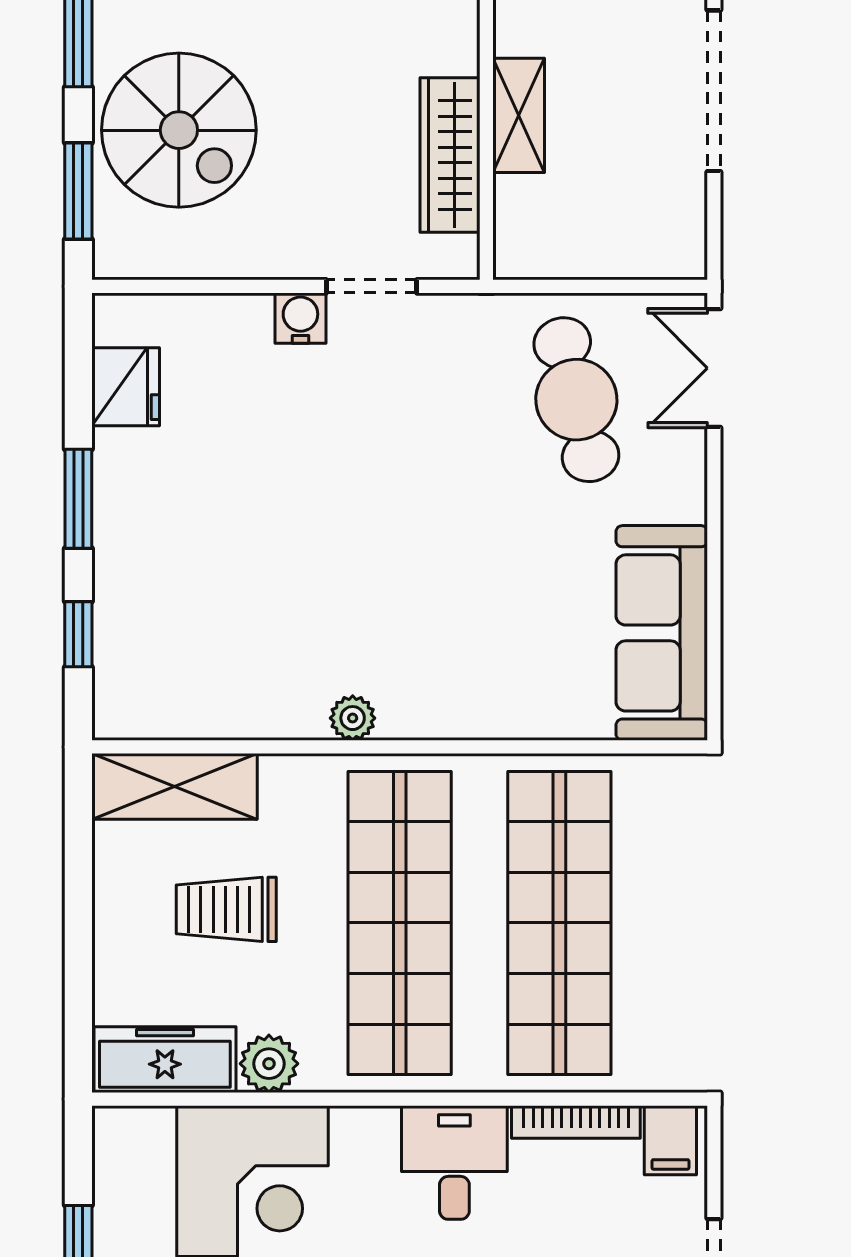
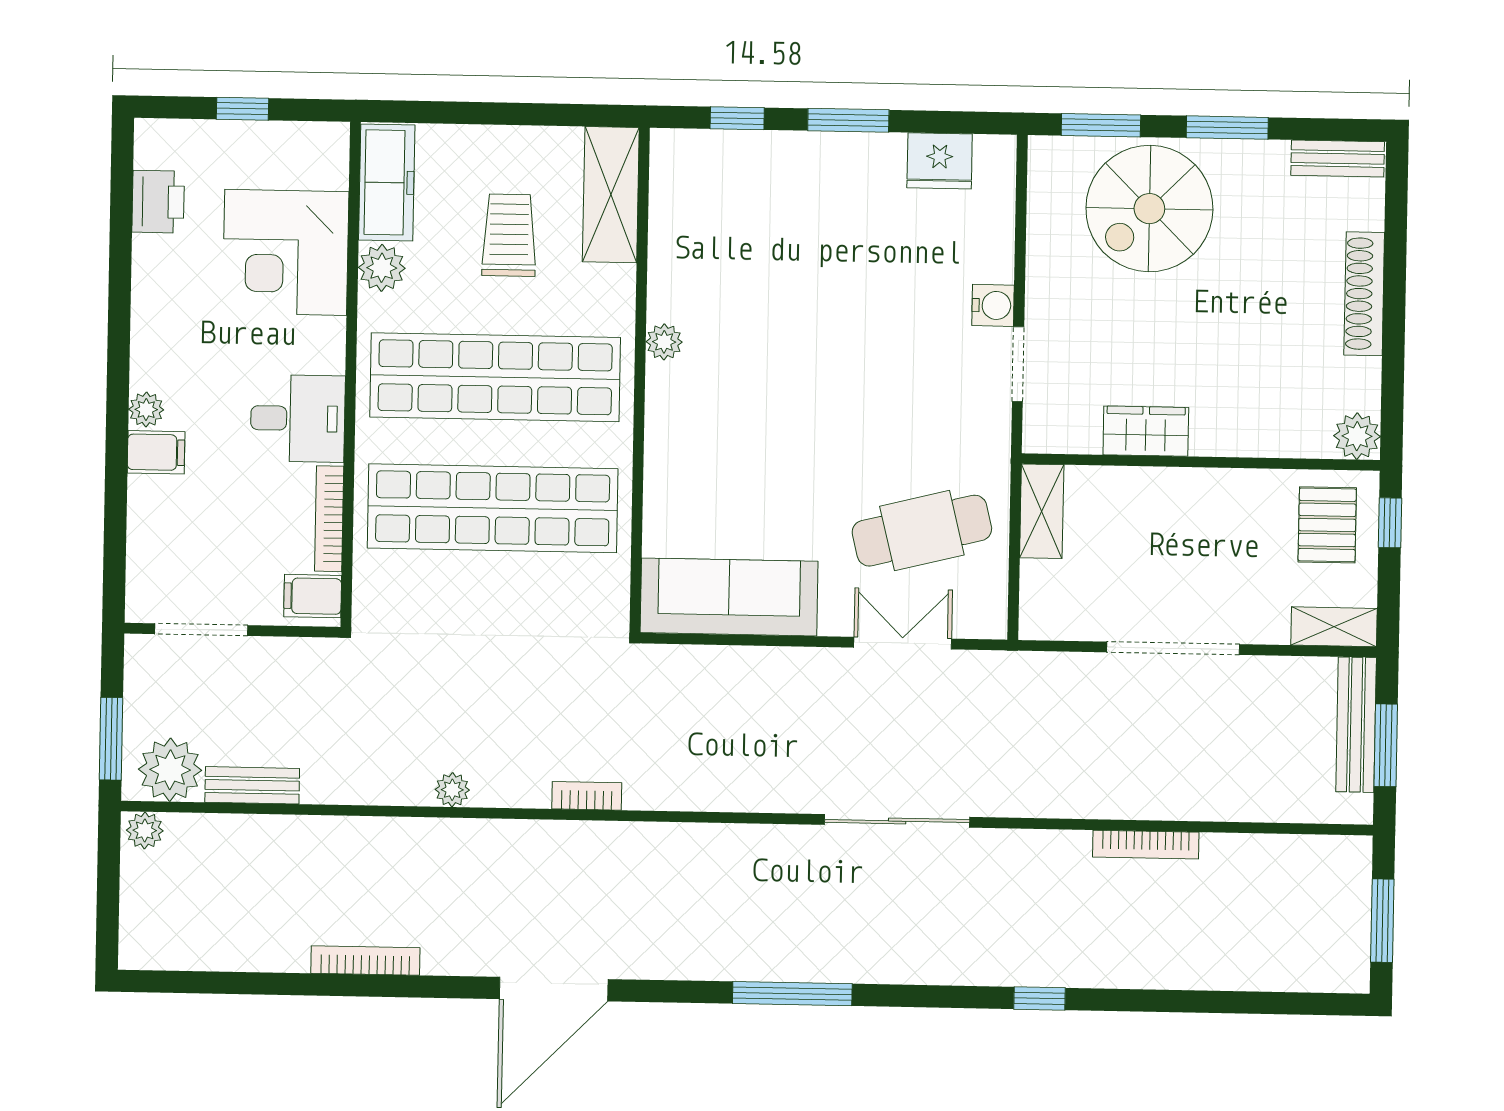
shelving: (519, 115) -> (1042, 511), moved, turned 90
wardrobe: (450, 155) -> (1146, 431), width x0.67
double door: (714, 368) -> (903, 643), moved

